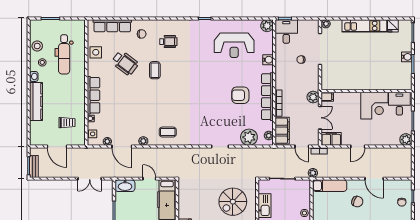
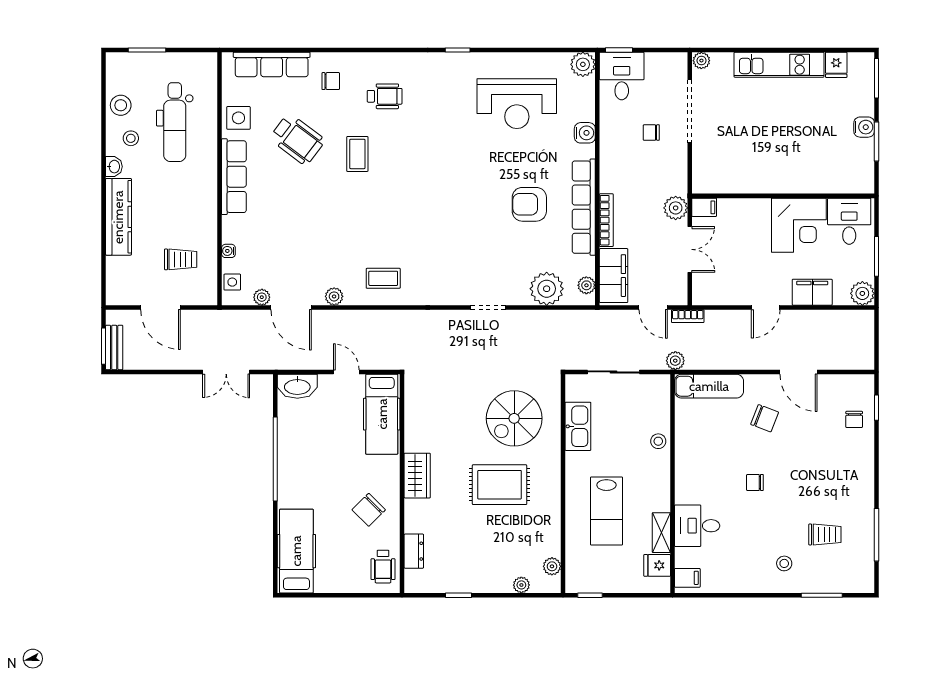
row of seats: (93, 95) -> (234, 177), moved
filing cabinet: (331, 139) -> (812, 292), moved

